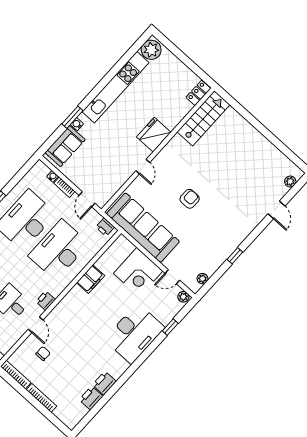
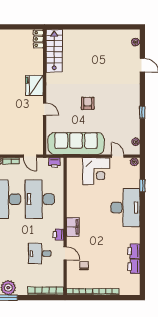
door: (172, 277) -> (118, 156), swing flipped
filing cabinet: (91, 279) -> (73, 227), moved

